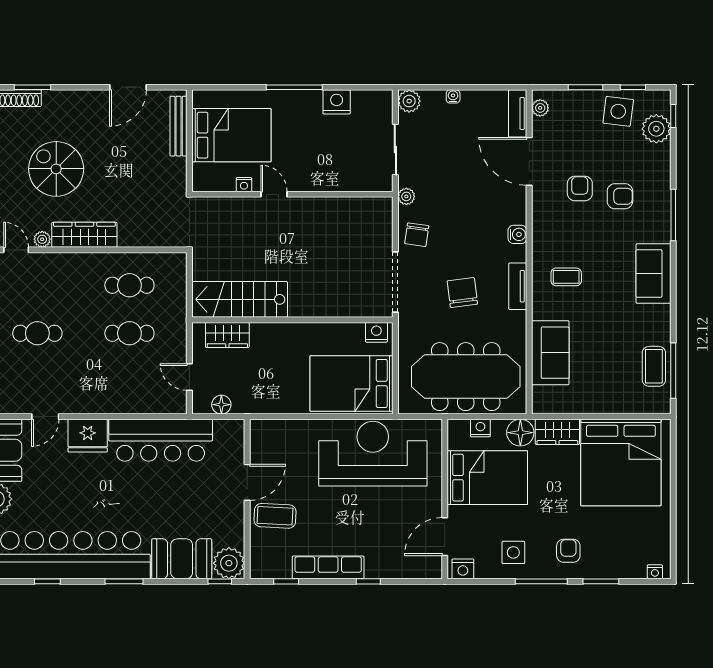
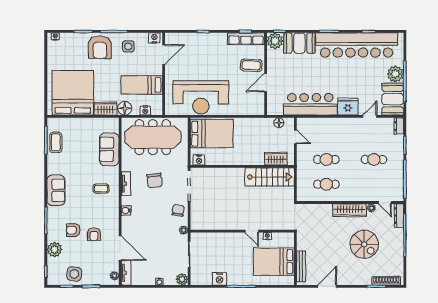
plant: (656, 129) -> (54, 250), moved
bed: (487, 478) -> (142, 85), width x0.67
armchair: (568, 551) -> (100, 47), width x1.88, depth x1.88
row of seats: (328, 567) -> (246, 39), moved

